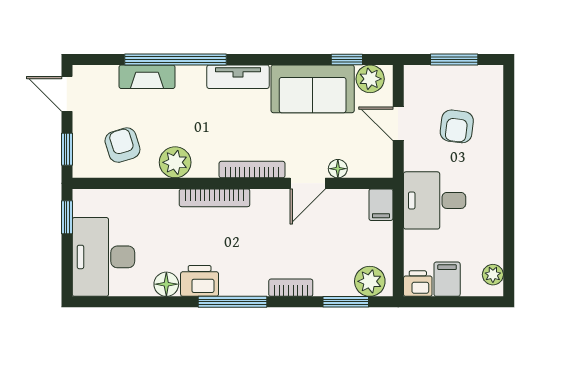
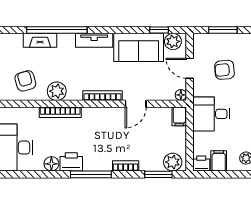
armchair: (457, 126) -> (224, 70), turned 78
floor lamp: (338, 169) -> (181, 95), moved
bookcase: (215, 198) -> (60, 112), moved

